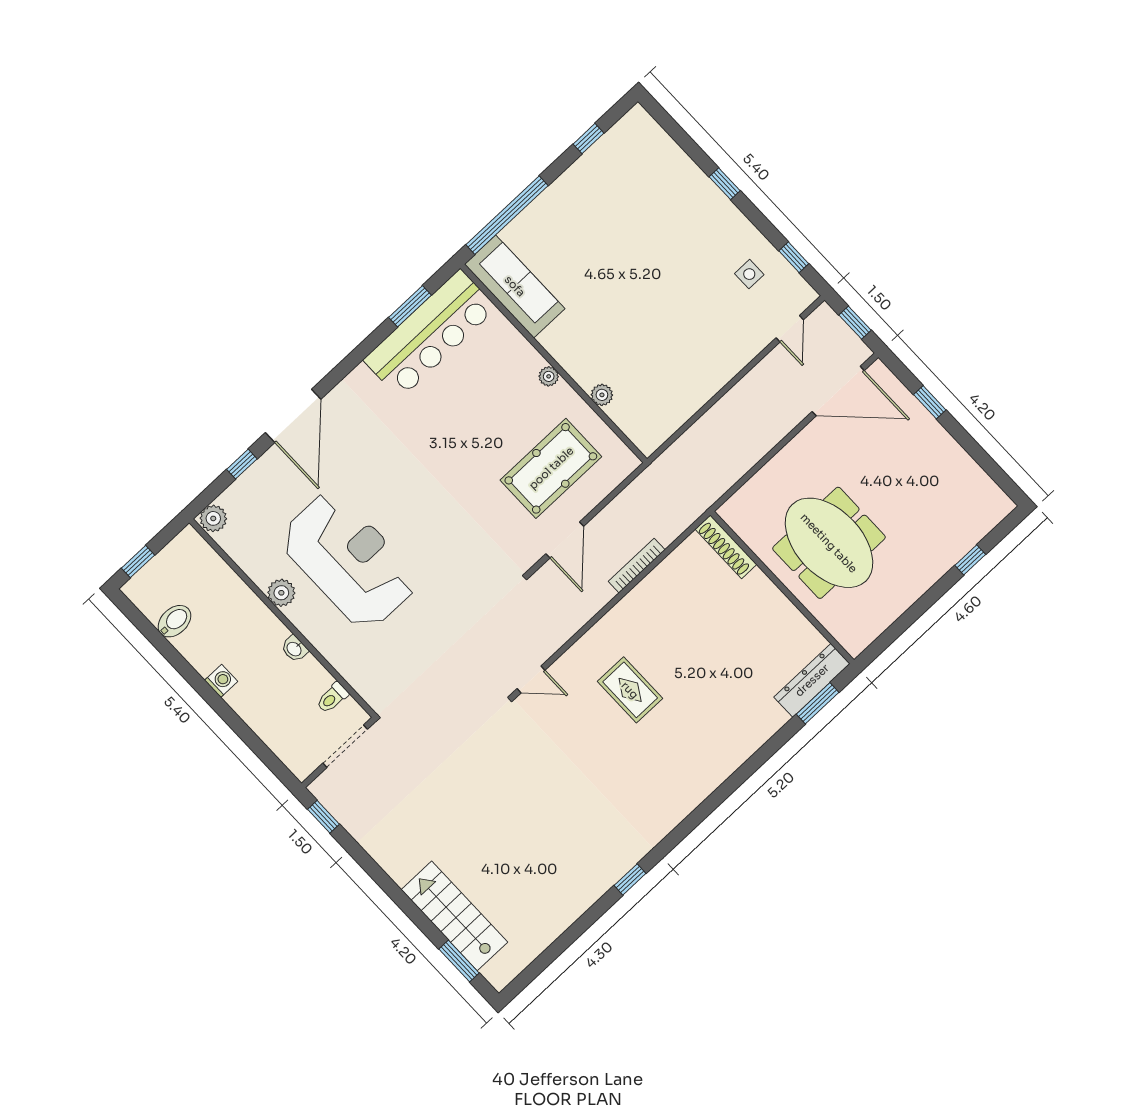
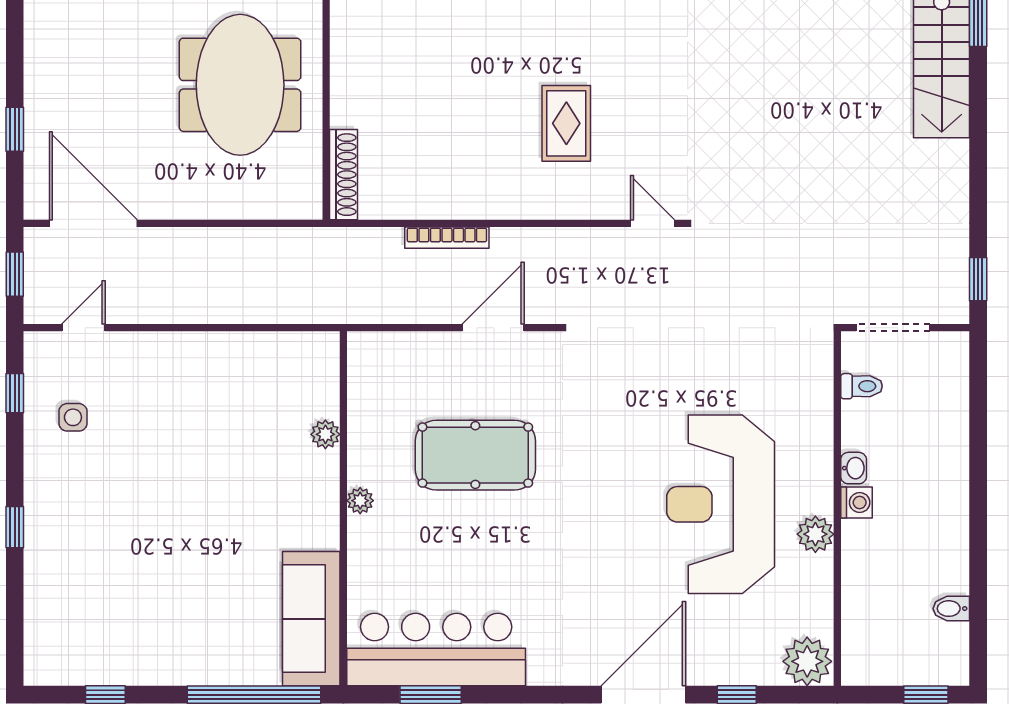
pool table: (551, 468) -> (475, 455), moved
plant: (213, 518) -> (807, 661), width x1.36, depth x1.36
bidet: (174, 621) -> (951, 609), width x0.72, depth x0.74
washing machine: (221, 681) -> (856, 502), moved, turned 180

